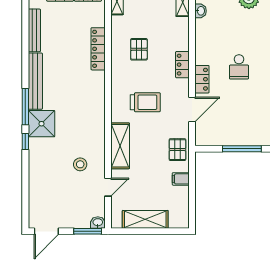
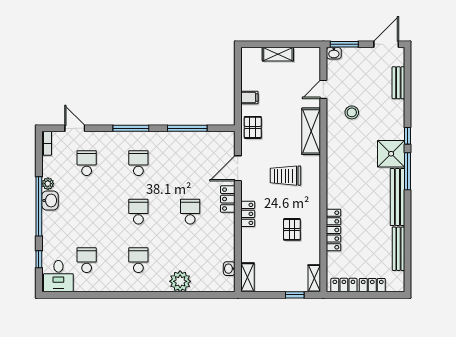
bench: (34, 193) -> (398, 83), added
shelving: (145, 219) -> (278, 54), width x0.67, depth x0.75

